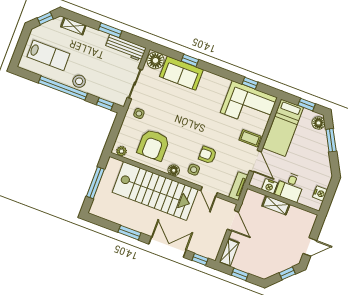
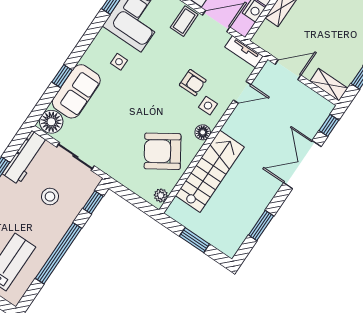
stool: (79, 81) -> (50, 197), moved
side table: (139, 113) -> (119, 62), moved
armchair: (153, 145) -> (163, 151), turned 147
armchair: (208, 155) -> (193, 83), turned -90
window: (95, 183) -> (194, 240), width x0.69
stairs: (155, 191) -> (210, 171), width x0.73, depth x0.66
window: (129, 233) -> (261, 226), moved

